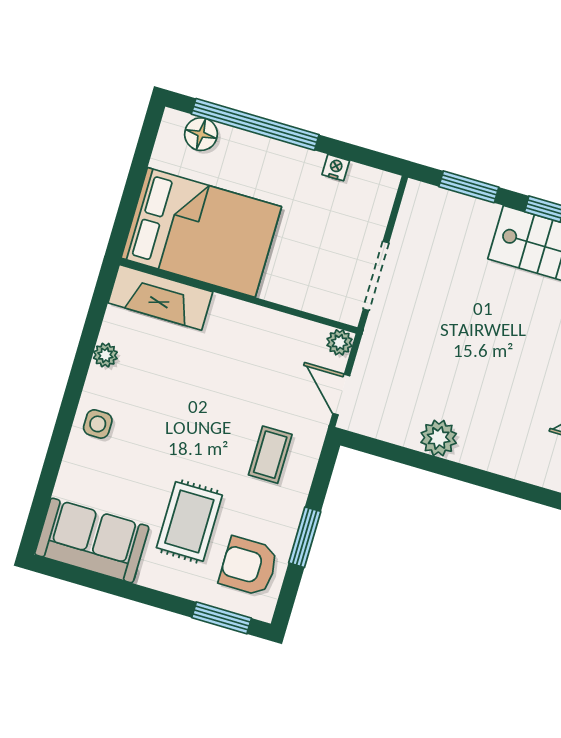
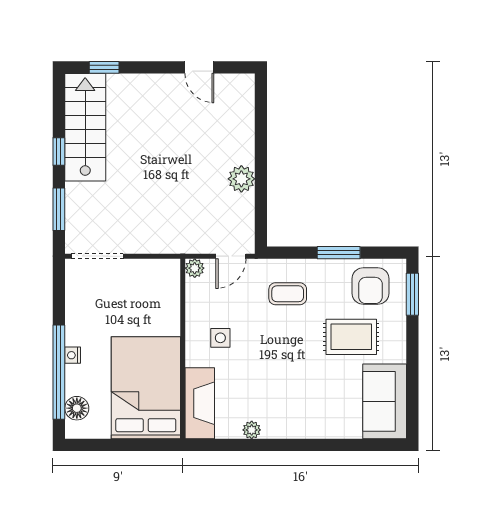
nightstand: (336, 168) -> (73, 355), moved
doorway: (376, 276) -> (97, 256), moved
side table: (98, 424) -> (220, 338), moved

